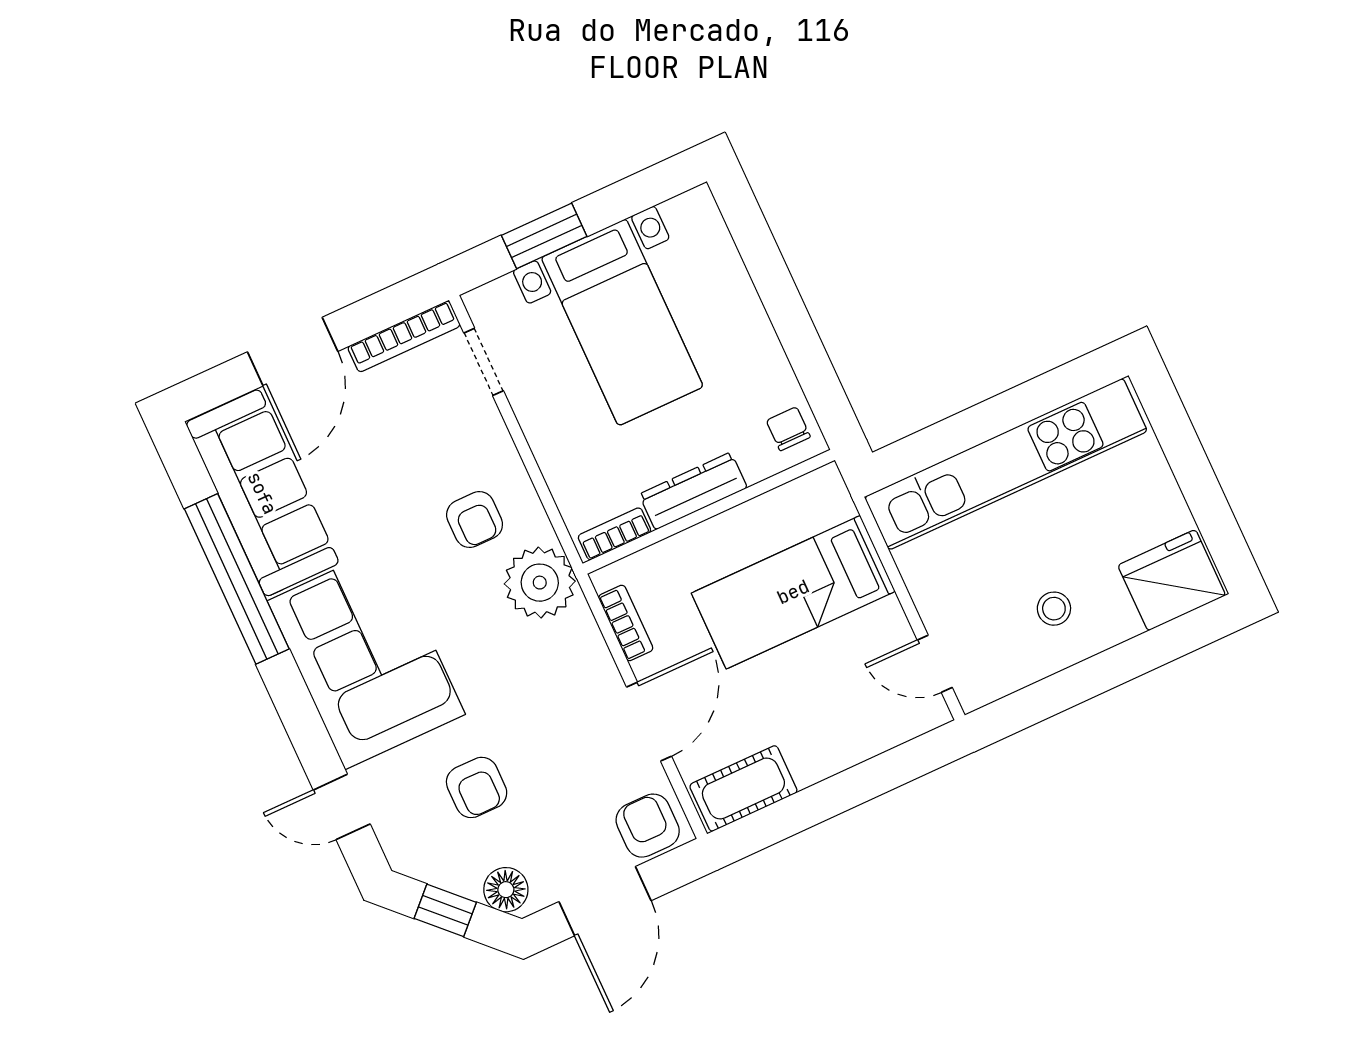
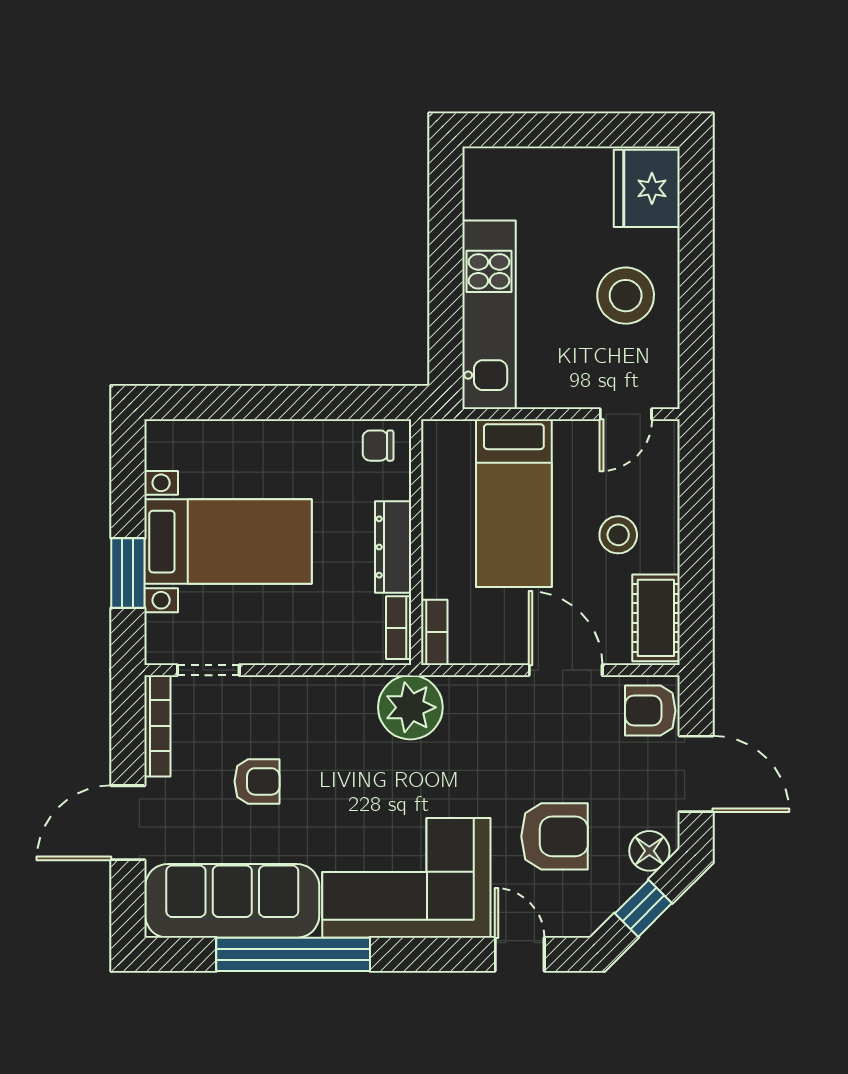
door: (293, 352) -> (128, 823), swing flipped
kitchen unit: (1006, 464) -> (489, 315), width x0.73
armchair: (475, 520) -> (257, 781), moved
stool: (1054, 609) -> (626, 296), width x1.89, depth x1.89
bookcase: (626, 623) -> (434, 632), moved, turned 90
stool: (810, 712) -> (618, 535), added
armchair: (477, 787) -> (555, 836), width x1.38, depth x1.38
door: (342, 807) -> (520, 954), swing flipped

